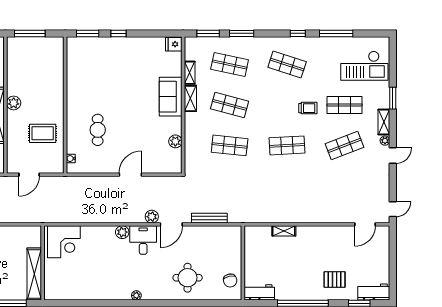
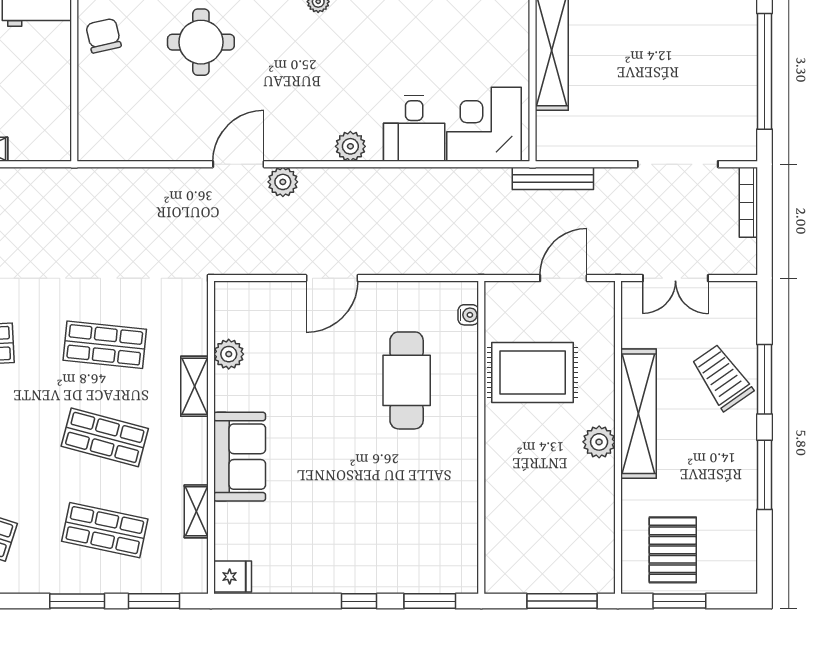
shelving: (190, 98) -> (194, 386), moved
cafe table: (98, 130) -> (407, 380), width x1.37, depth x1.35
rug: (43, 133) -> (533, 373), width x1.36, depth x1.43
bench: (209, 218) -> (553, 178), moved
desk: (143, 240) -> (414, 128), moved

